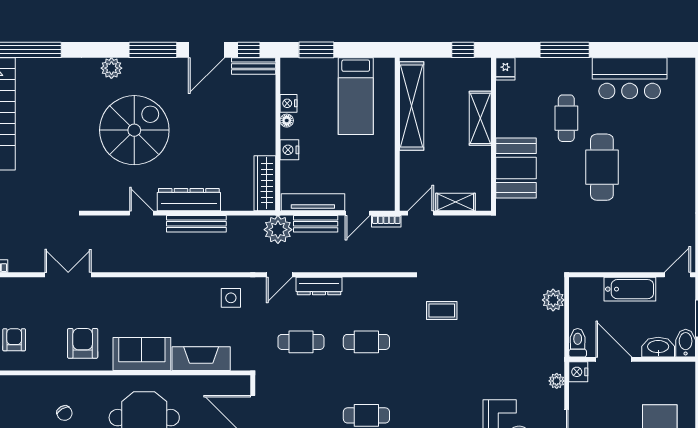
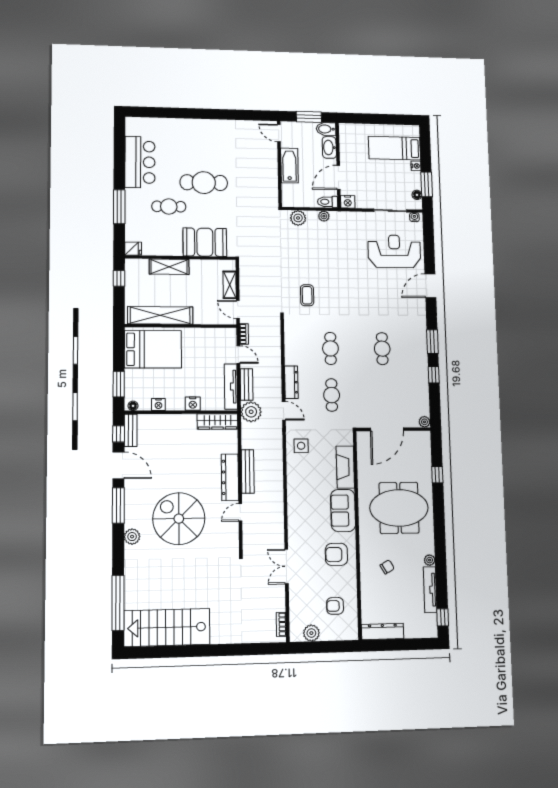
bed: (356, 96) -> (153, 349), width x1.50
floor lamp: (287, 121) -> (133, 406), moved
plant: (557, 381) -> (324, 216), moved

